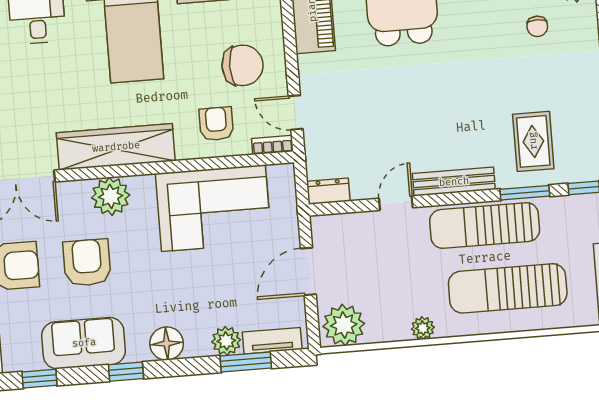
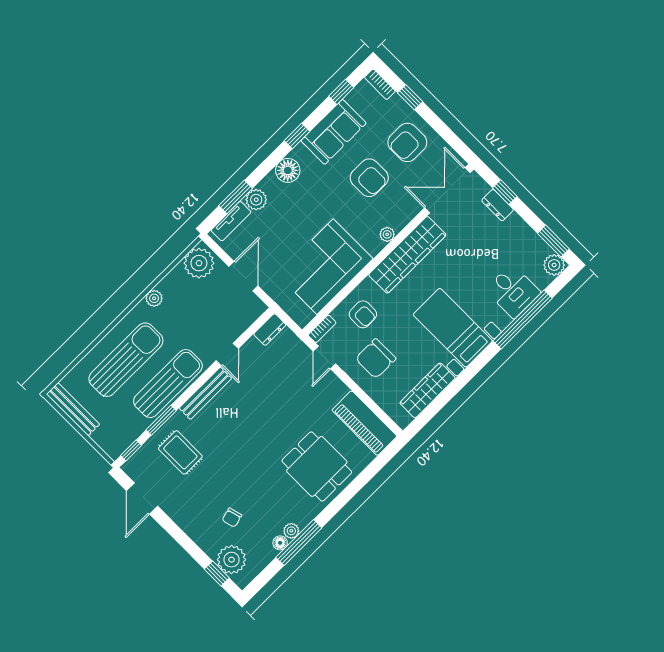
chair: (537, 26) -> (232, 518), turned -105
door: (296, 113) -> (324, 358), swing flipped
plant: (111, 196) -> (387, 234), width x0.53, depth x0.53

